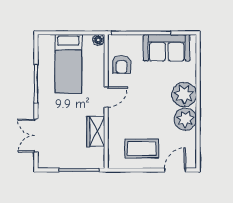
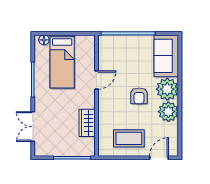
floor lamp: (98, 40) -> (44, 40), moved
sofa: (167, 48) -> (166, 56), moved, turned 90
armchair: (122, 64) -> (139, 96), moved
door: (106, 97) -> (96, 80), moved

